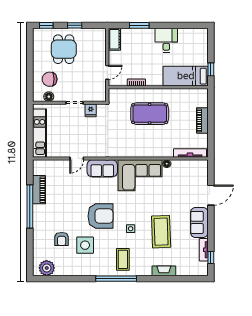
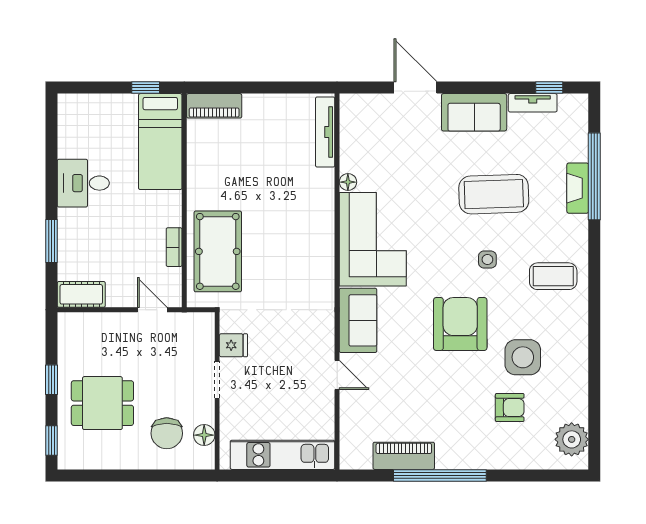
pool table: (150, 114) -> (218, 251), moved
piano: (202, 120) -> (214, 106), moved
window: (116, 279) -> (594, 176), moved

